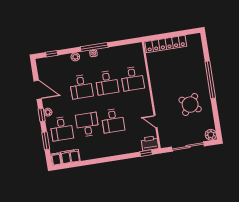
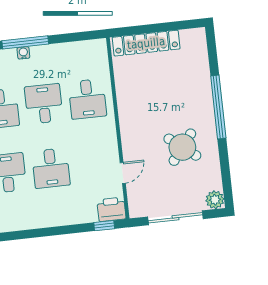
desk: (107, 83) -> (44, 104), turned 180
door: (156, 121) -> (123, 173), swing flipped

